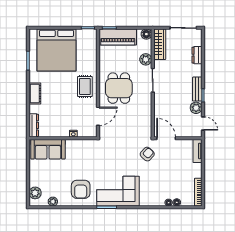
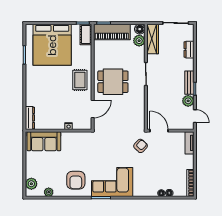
plant: (146, 59) -> (139, 41), moved
dining table: (119, 88) -> (113, 82), turned 90
cot: (35, 93) -> (86, 34), moved

